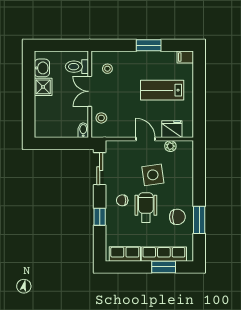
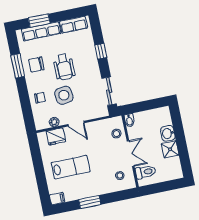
washbasin: (42, 68) -> (168, 133), moved
chair: (122, 200) -> (40, 98), moved

